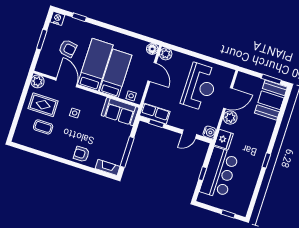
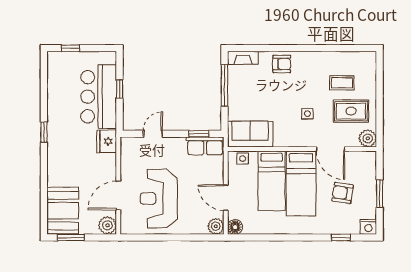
plant: (230, 118) -> (107, 225), moved
water cooler: (209, 132) -> (128, 144), removed

